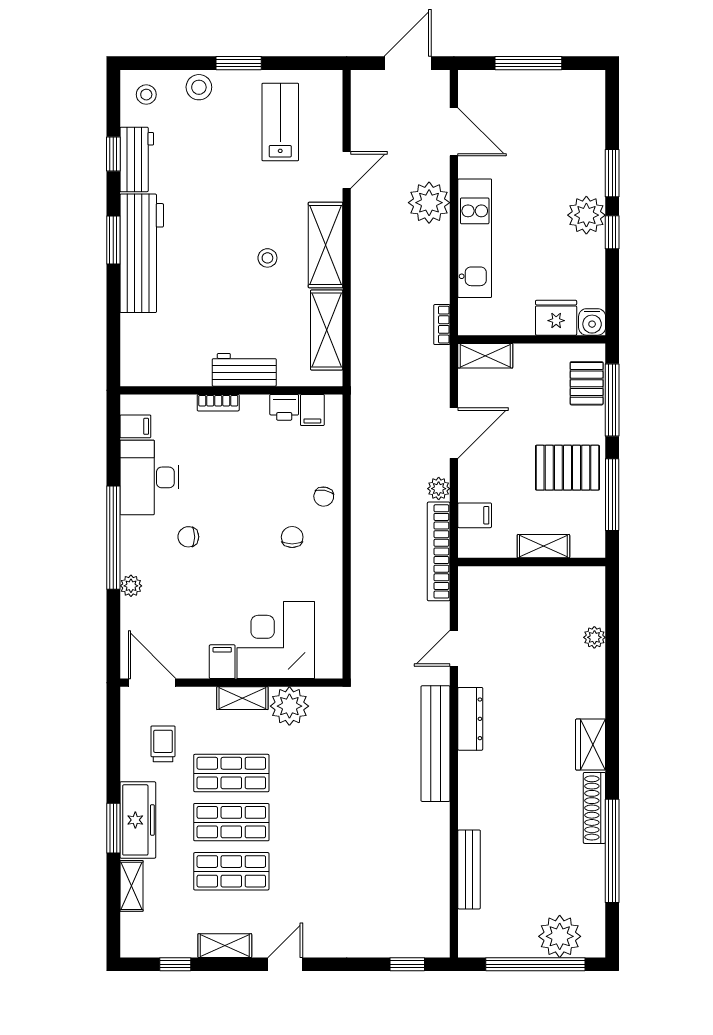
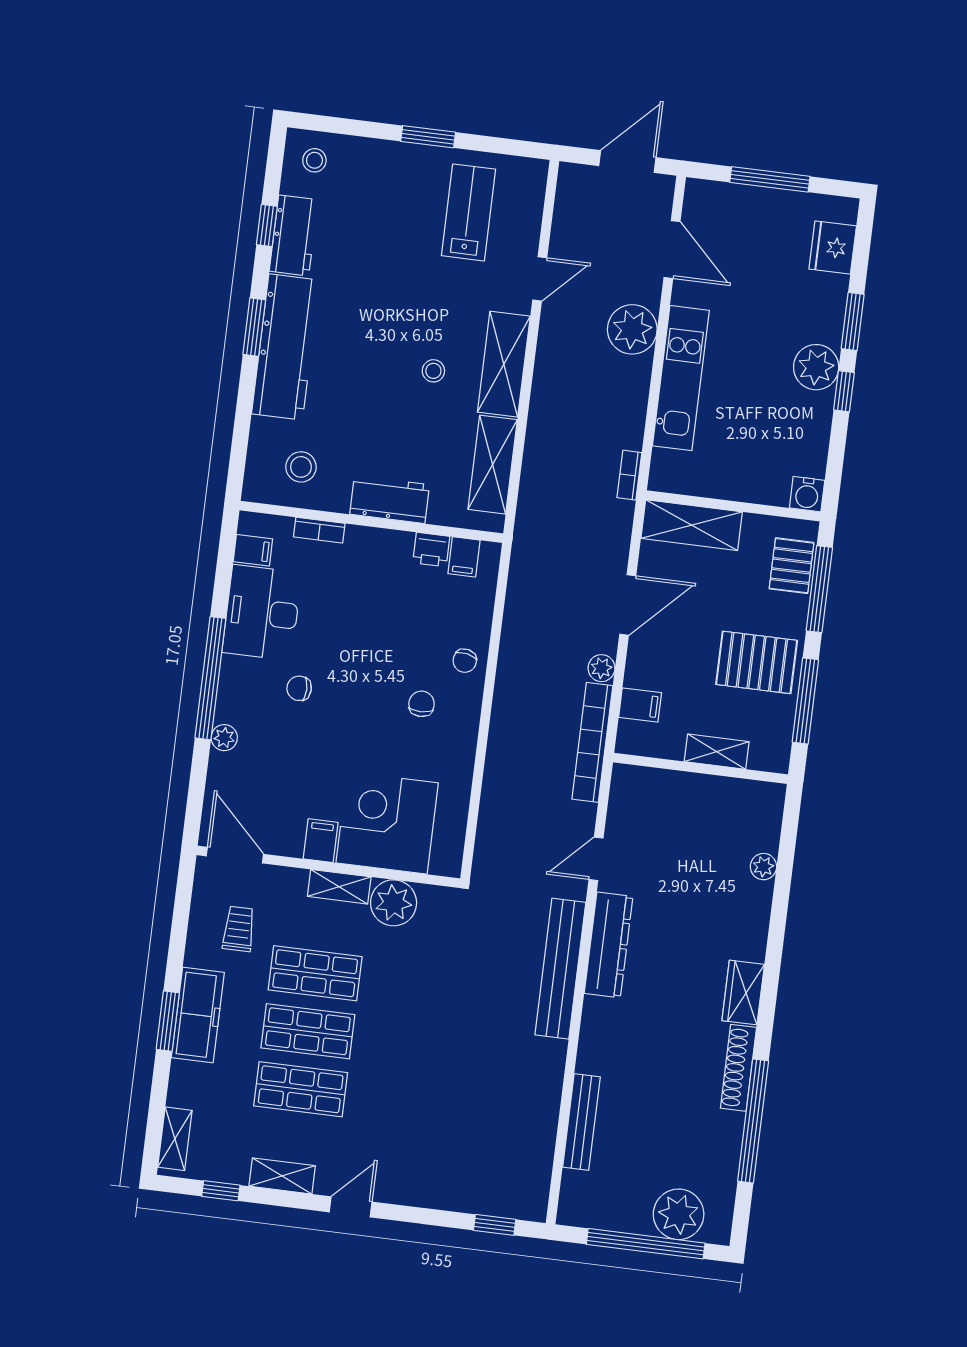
stool: (199, 87) -> (301, 467), moved
fridge: (556, 318) -> (833, 247), moved, turned -90
shelving: (485, 356) -> (692, 525), width x1.50, depth x1.33
bookcase: (218, 403) -> (319, 530), moved
dresser: (470, 719) -> (609, 945), width x1.37, depth x1.24
shelving: (131, 886) -> (175, 1139), moved

